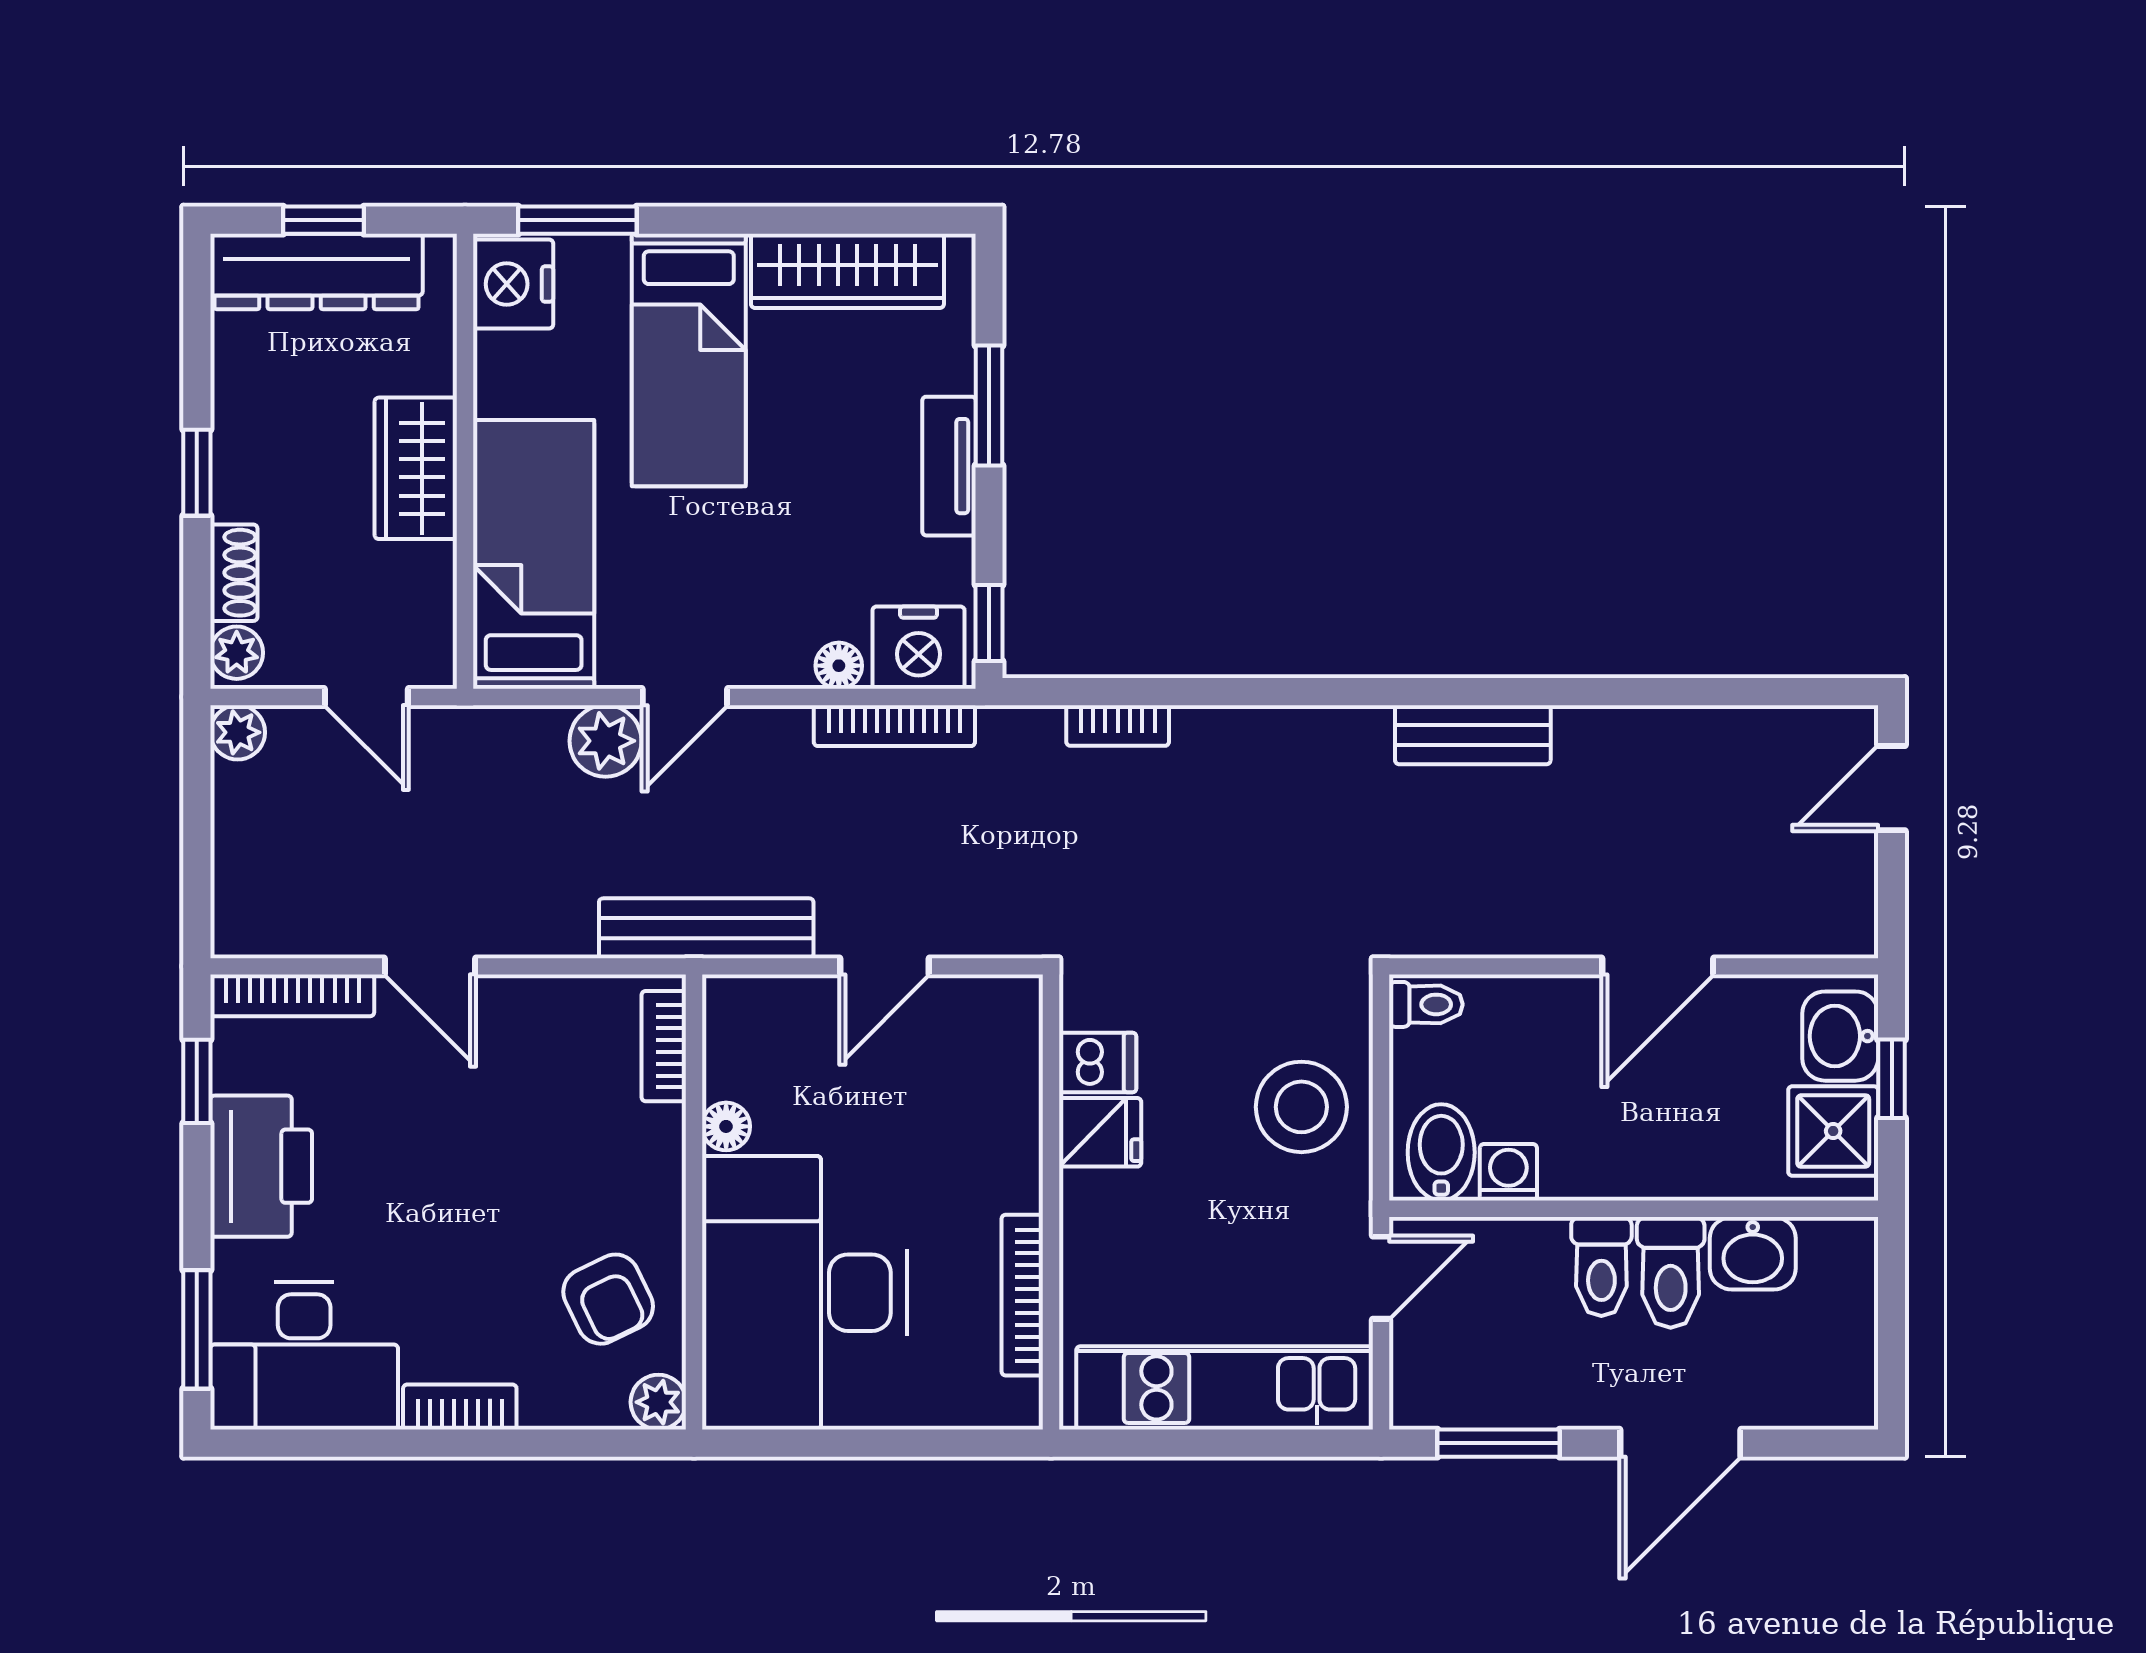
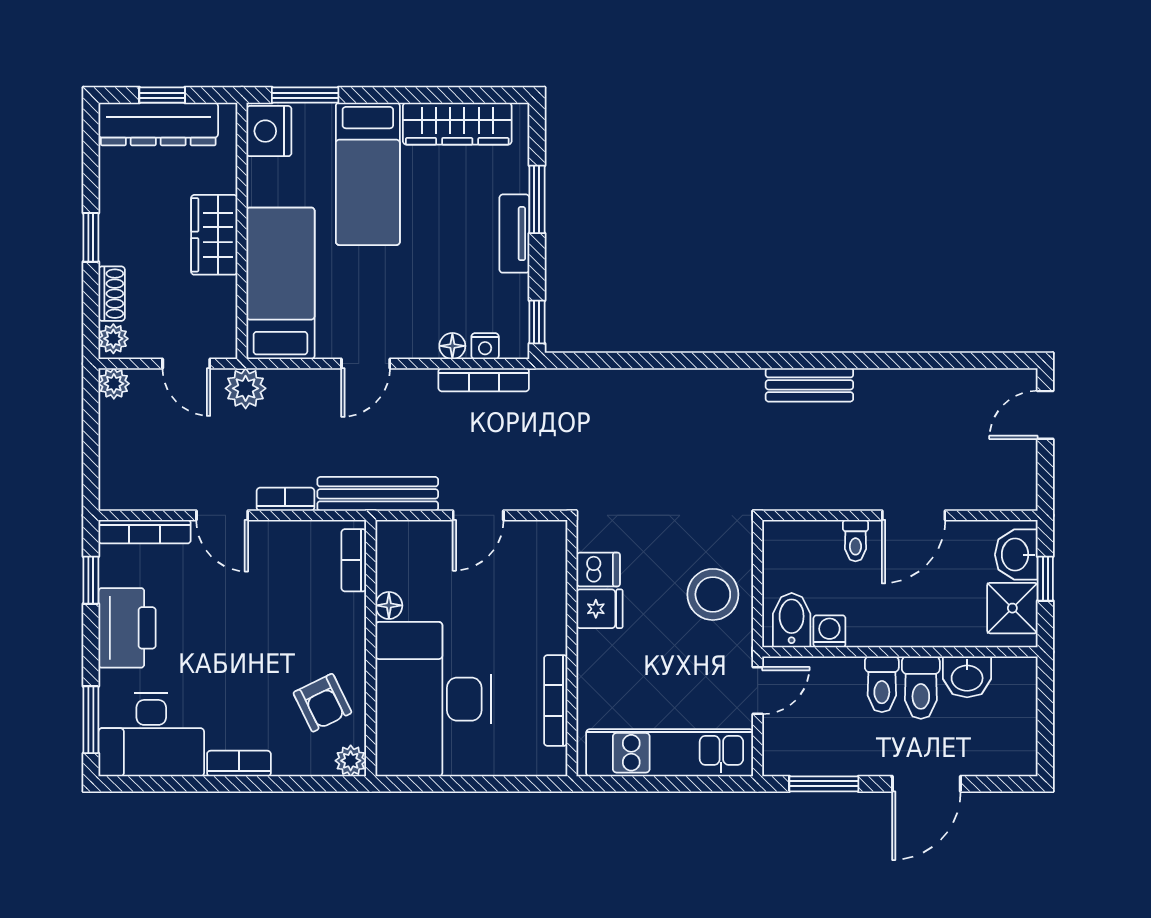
nightstand: (919, 648) -> (485, 346), width x0.53, depth x0.56
bookcase: (1118, 726) -> (285, 499), moved, turned 180
plant: (606, 741) -> (246, 388), moved
toilet: (1426, 1004) -> (855, 541), moved, turned 90

